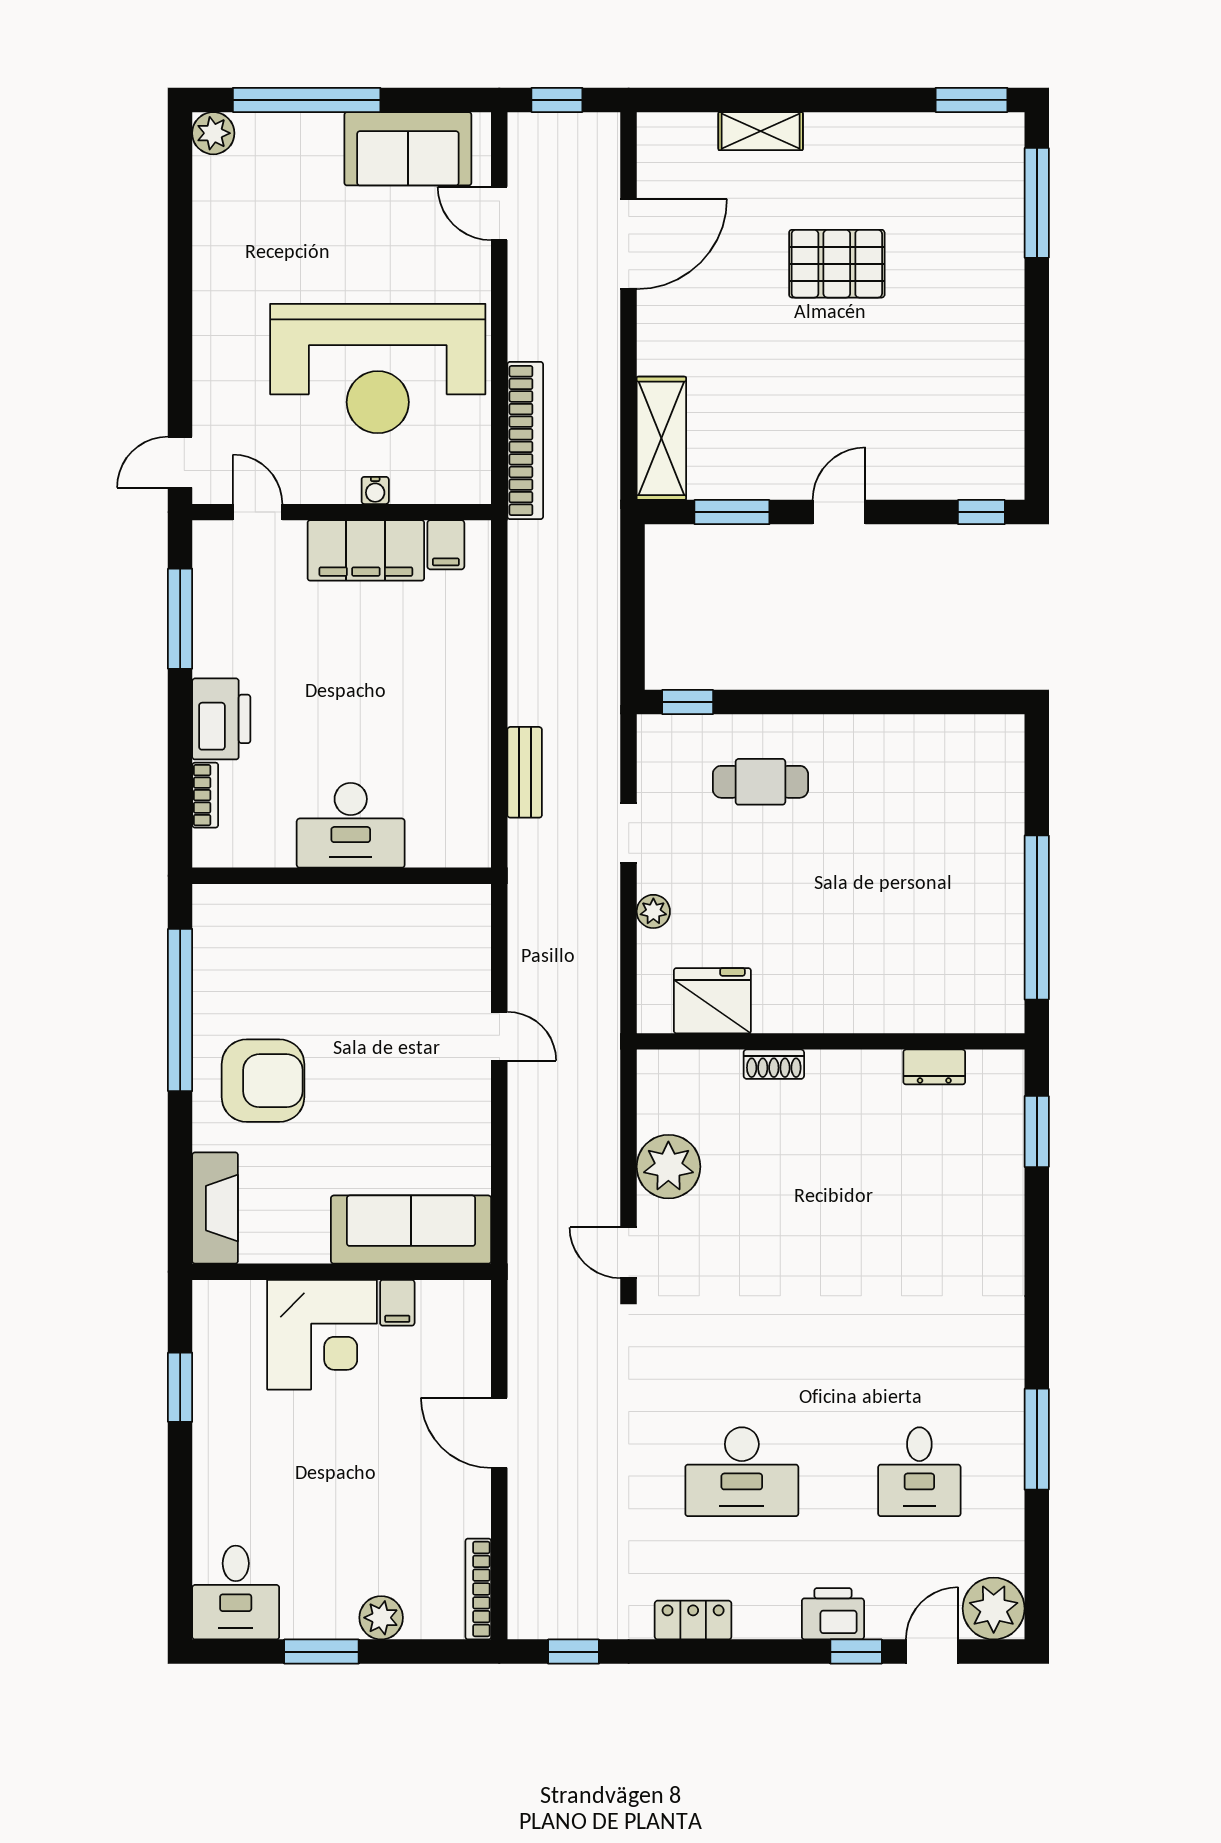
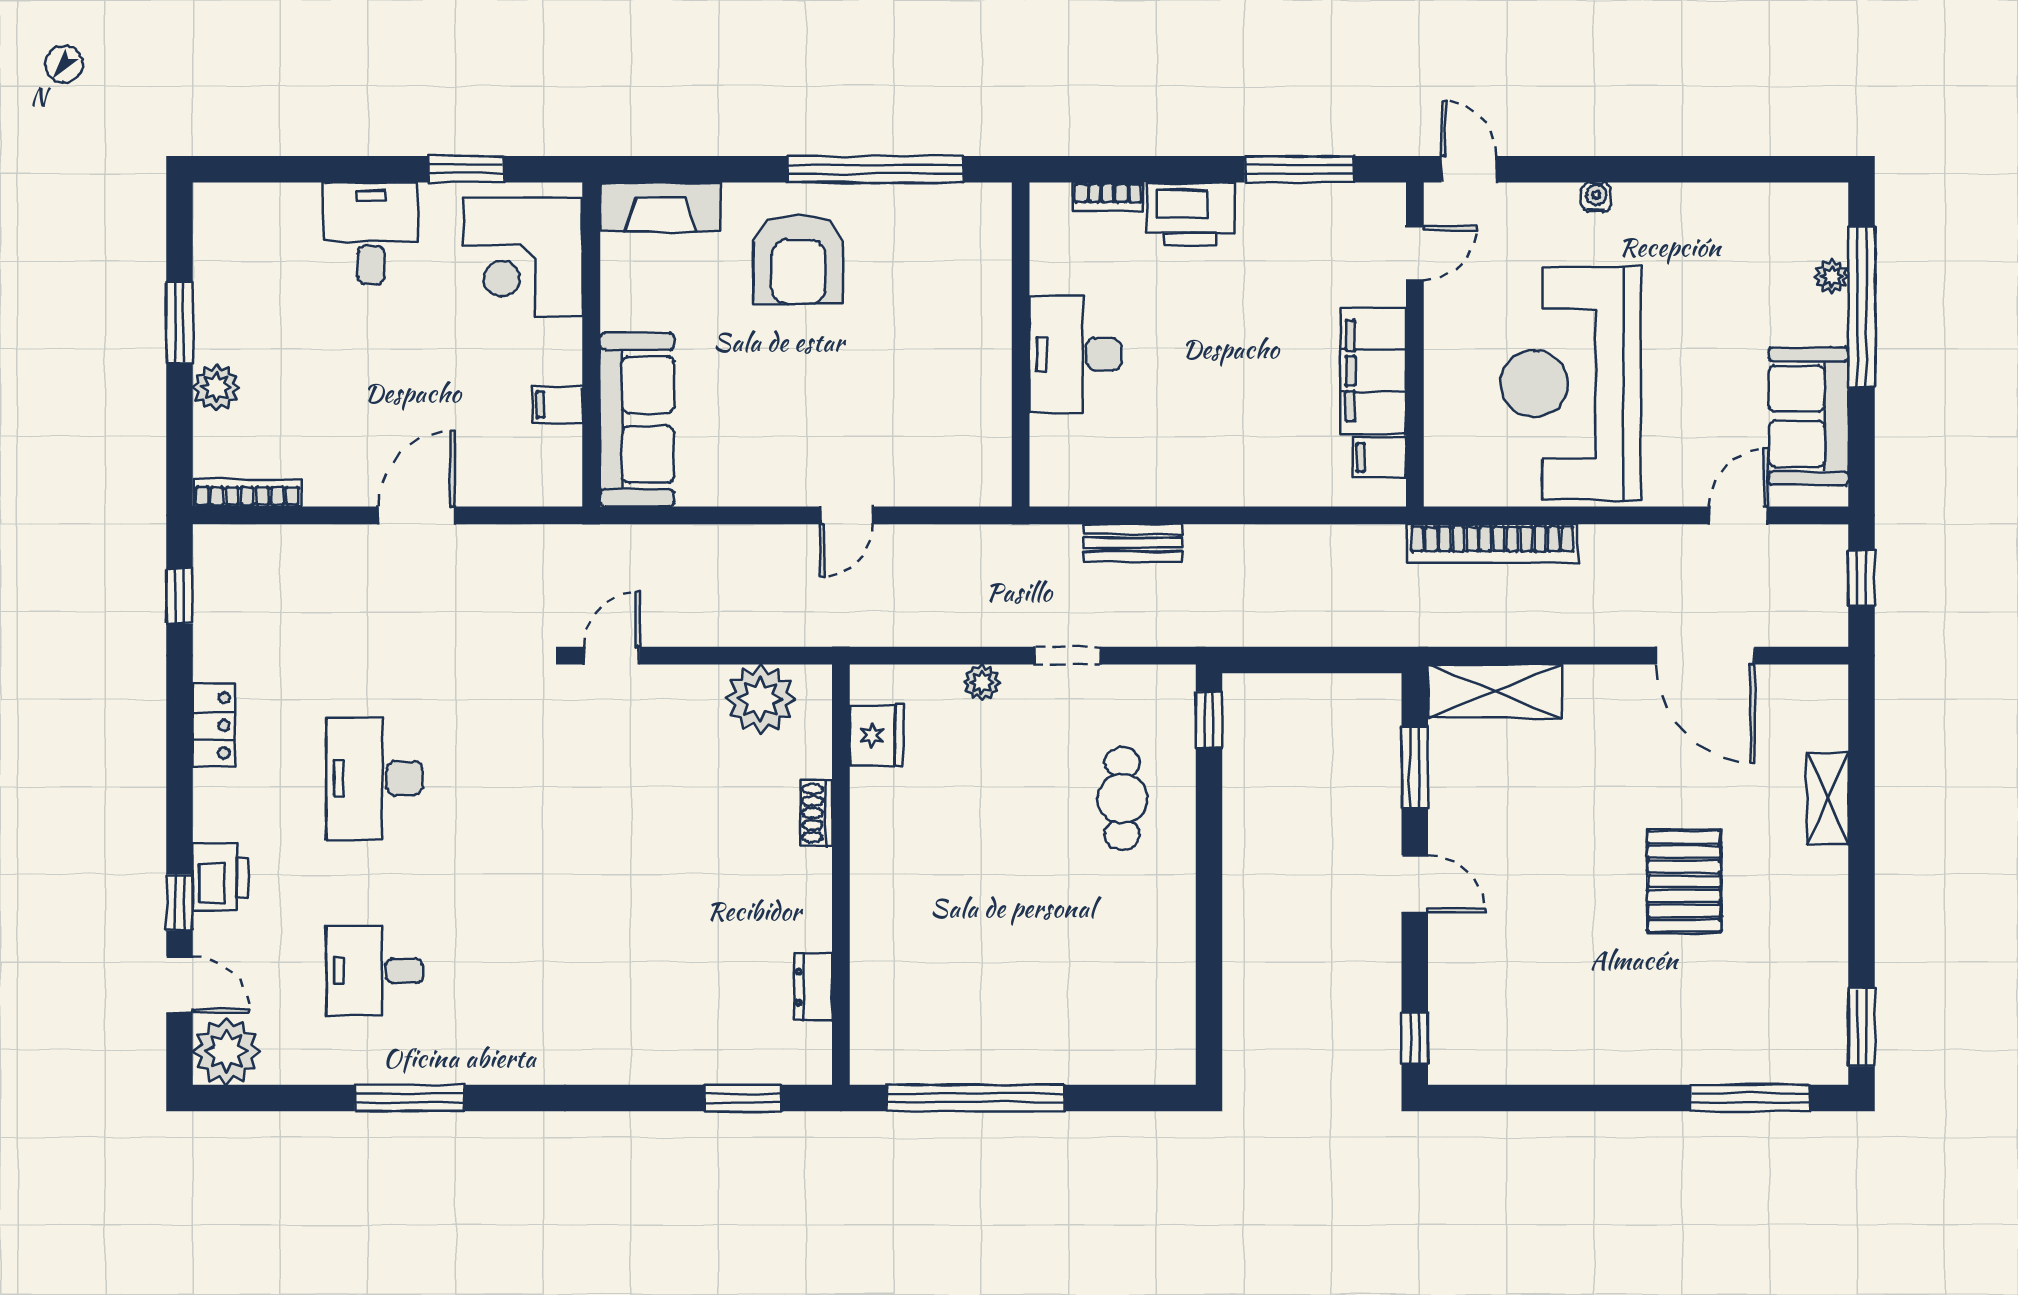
plant: (213, 133) -> (1832, 276), moved, width x0.73, depth x0.73
water cooler: (375, 490) -> (1596, 197), moved, turned 90
fridge: (712, 1001) -> (876, 735), width x0.73, depth x0.75
plant: (668, 1167) -> (760, 699), moved
corner desk: (322, 1335) -> (523, 257), moved
desk: (236, 1592) -> (371, 233), moved, turned 90

